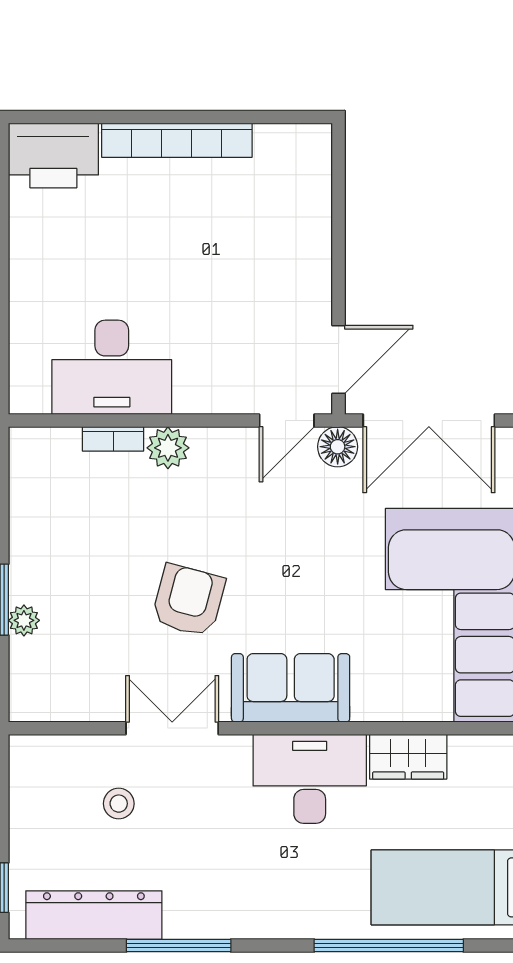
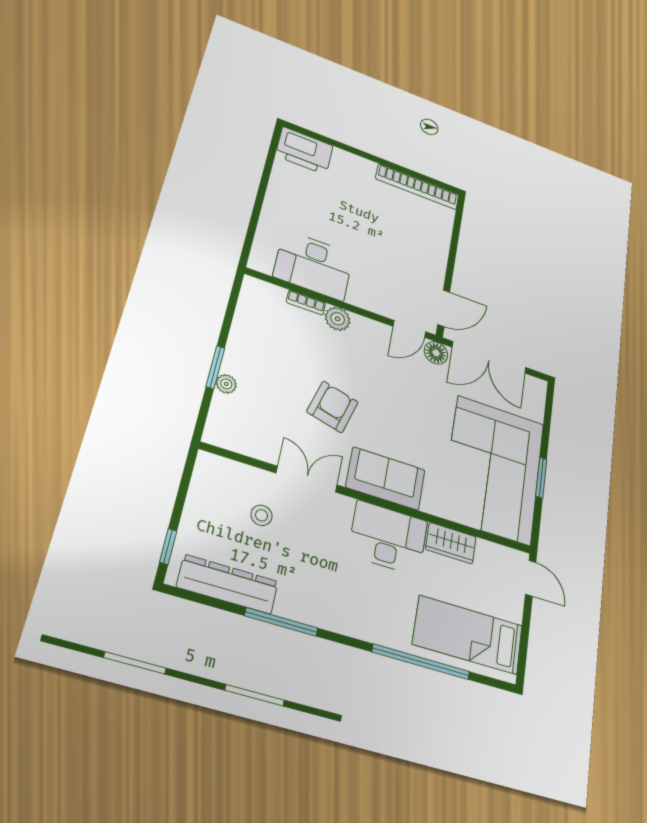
bookcase: (177, 140) -> (417, 187), moved

